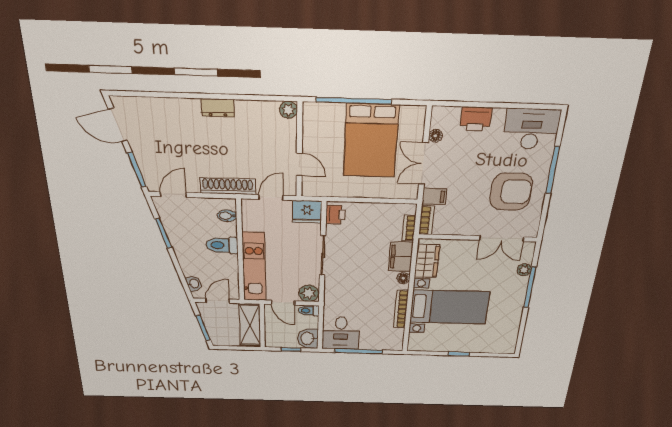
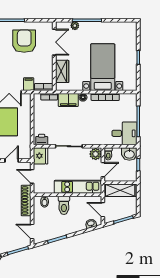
wardrobe: (427, 261) -> (62, 71), moved, turned 90

